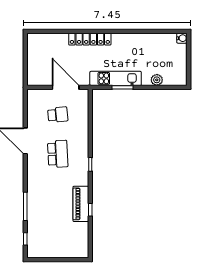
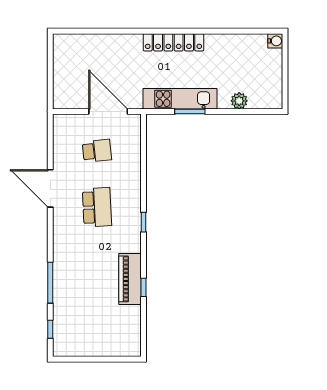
locker: (90, 39) -> (173, 42), moved

